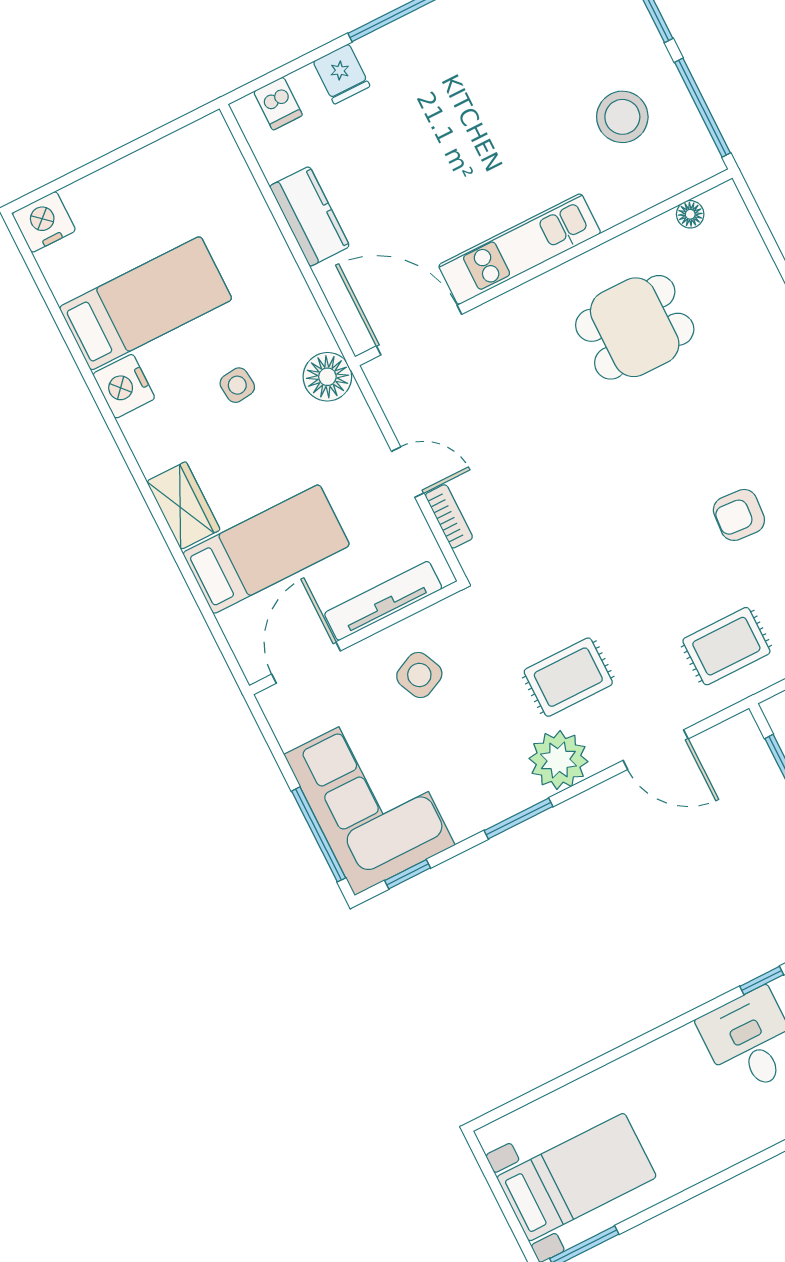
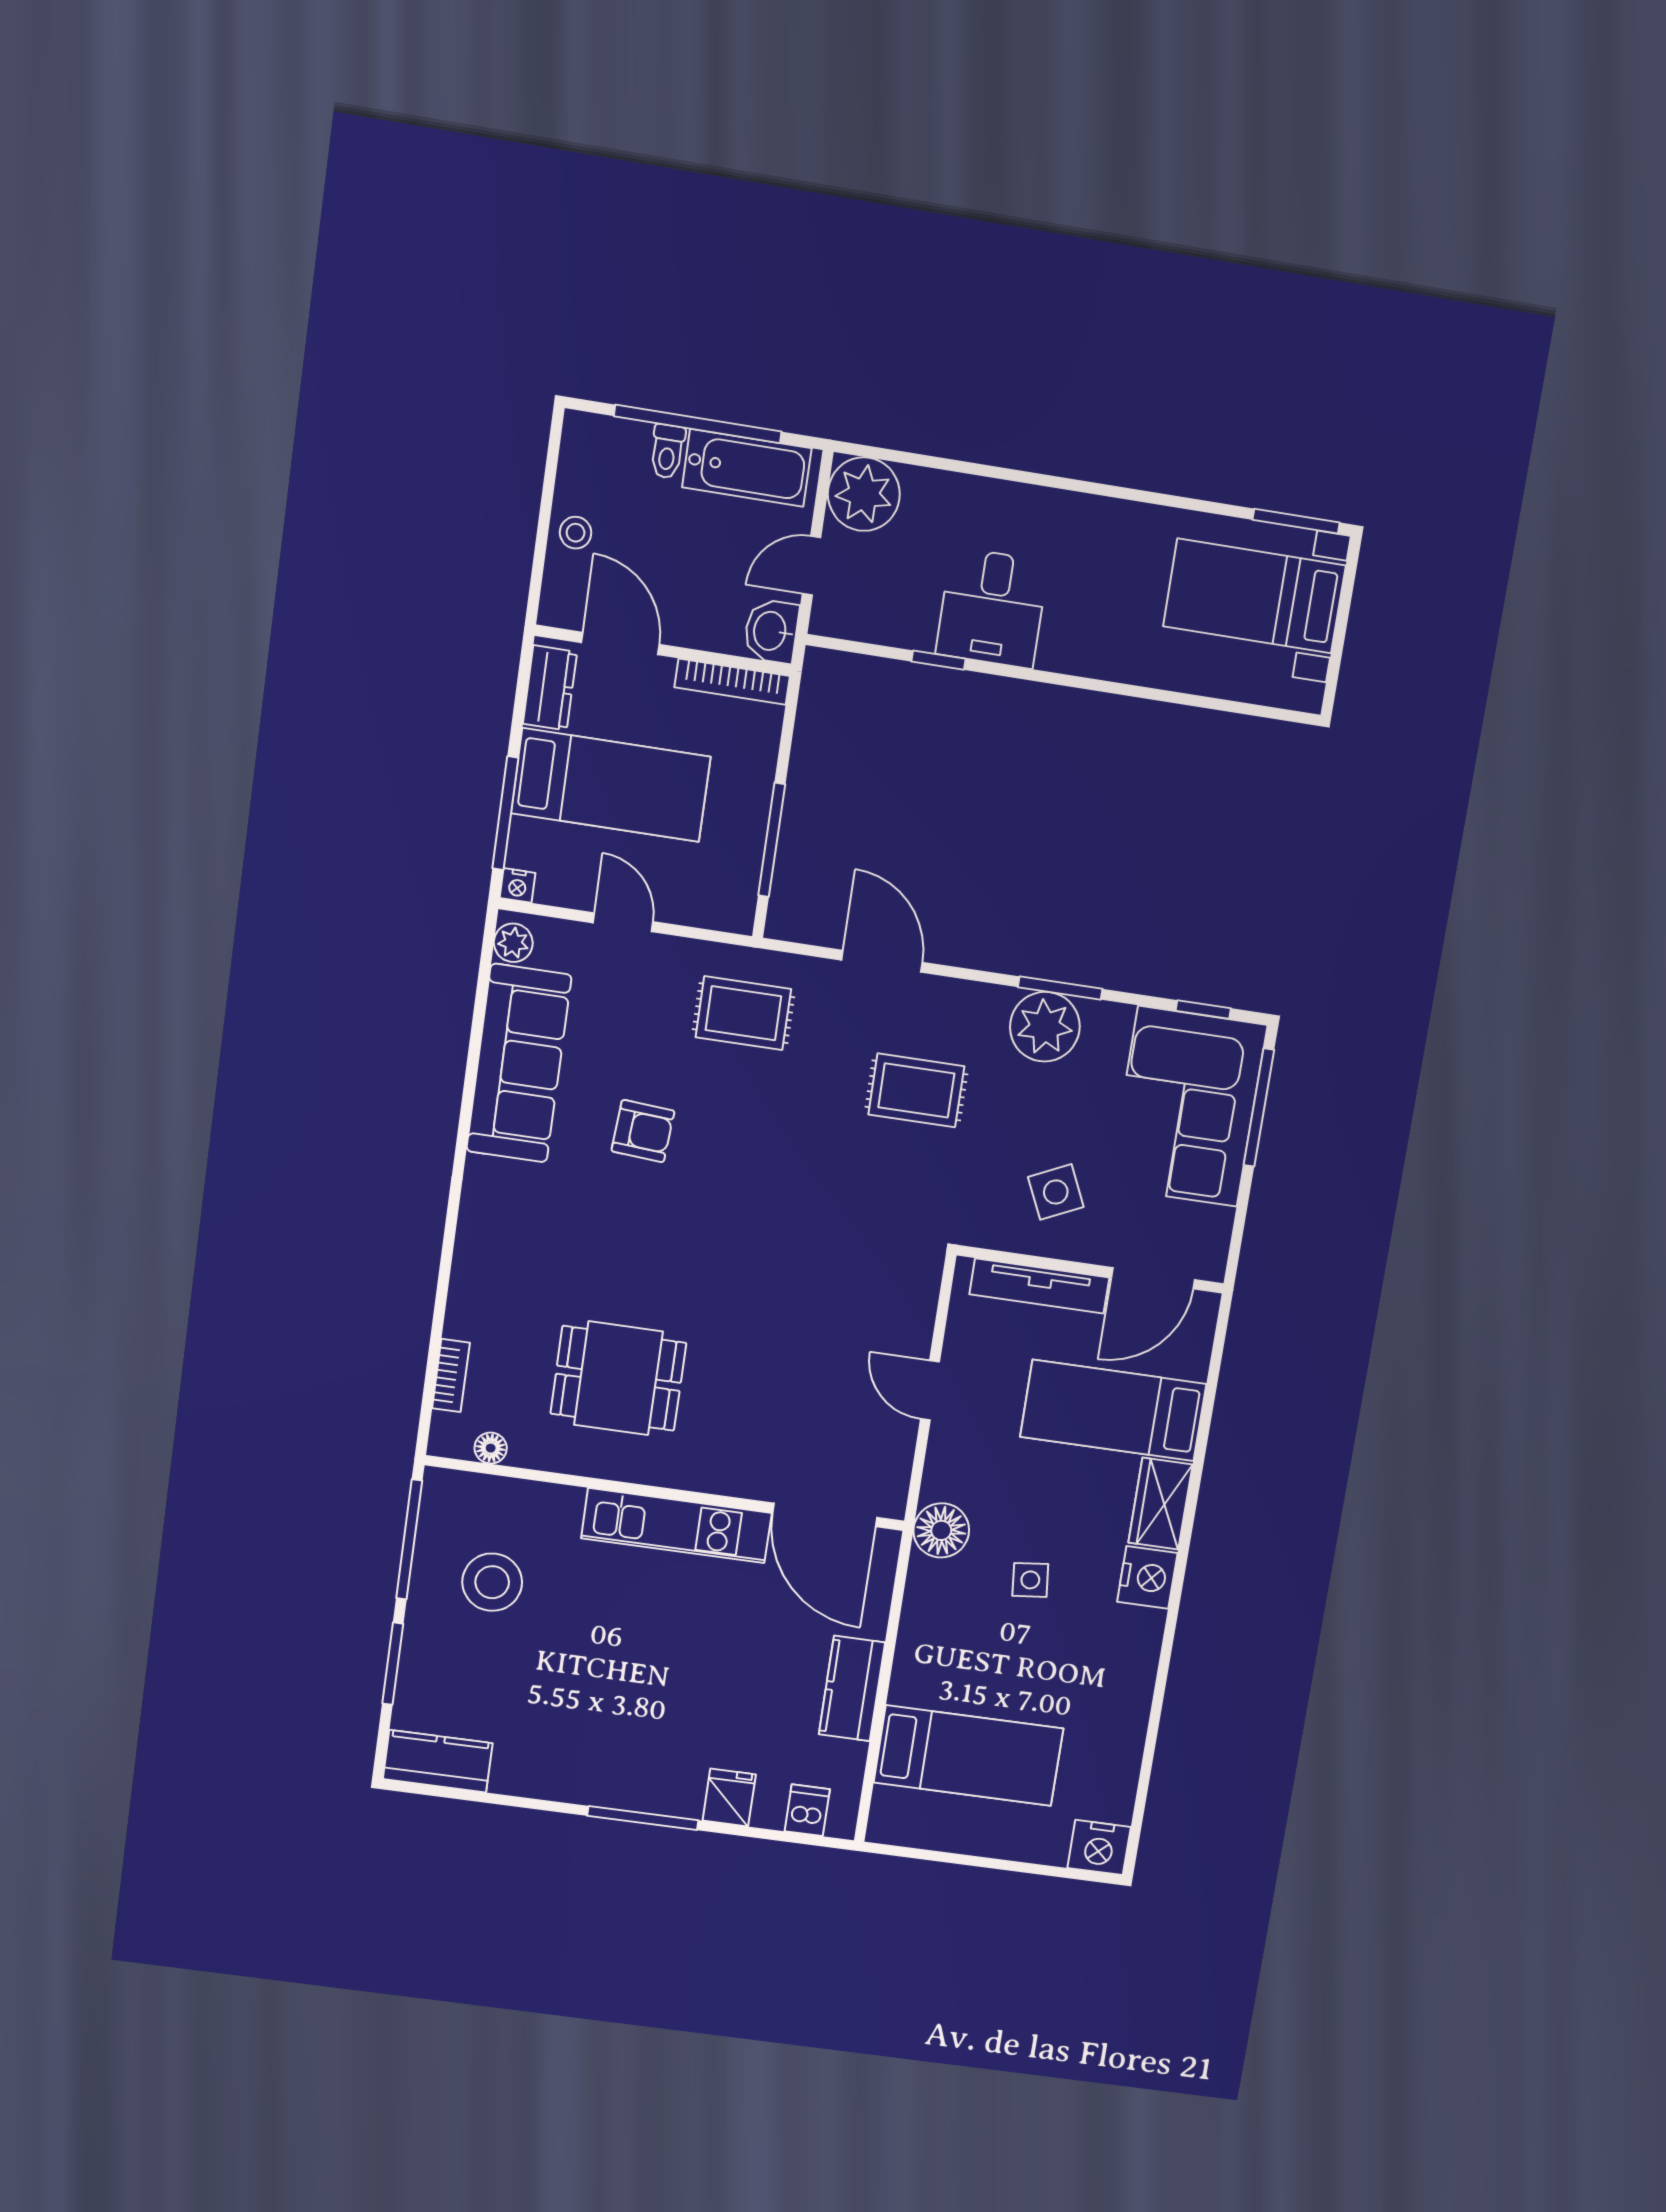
bed: (146, 303) -> (969, 1756), moved, turned 180
nightstand: (124, 386) -> (1147, 1577), moved
bookcase: (449, 516) -> (451, 1375), moved, turned 180
plant: (558, 760) -> (1045, 1027), moved

